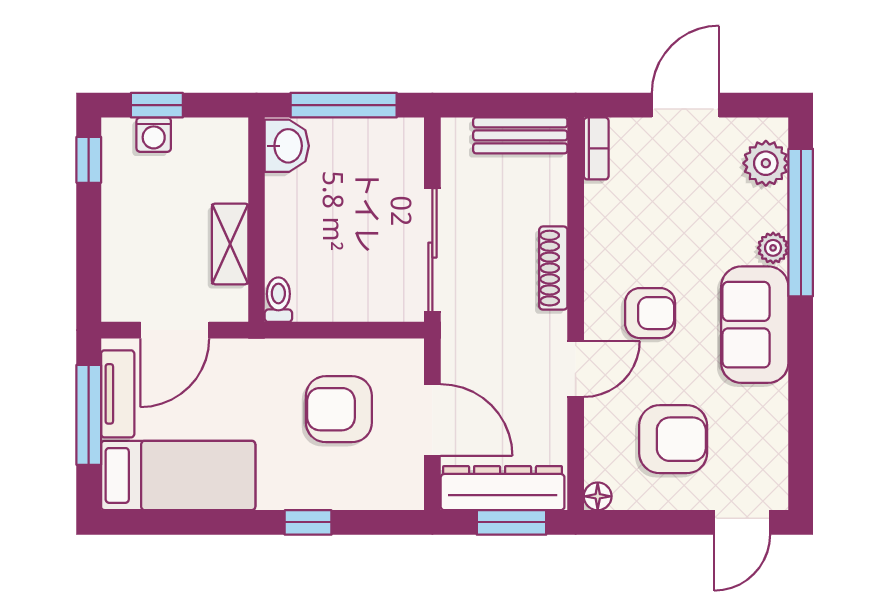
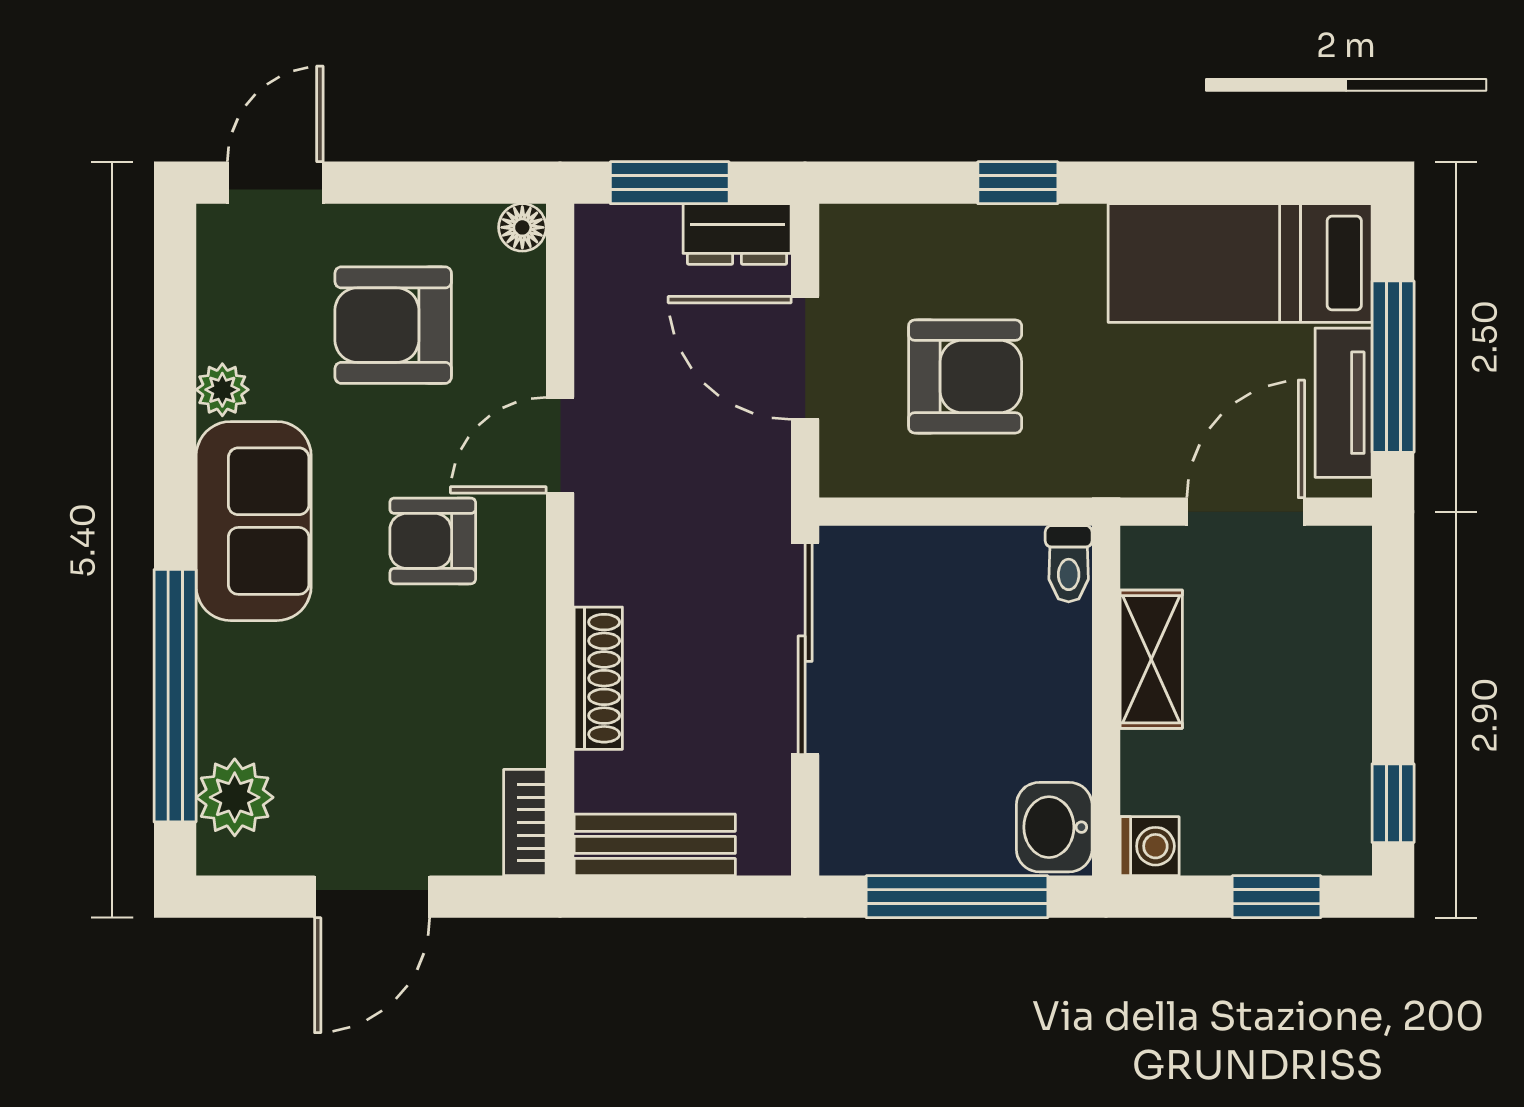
washing machine: (154, 135) -> (1150, 846), moved, turned 90
plant: (773, 248) -> (222, 390), moved
shoe rack: (553, 268) -> (598, 678), moved
dresser: (503, 488) -> (737, 234), width x0.51, depth x0.80

